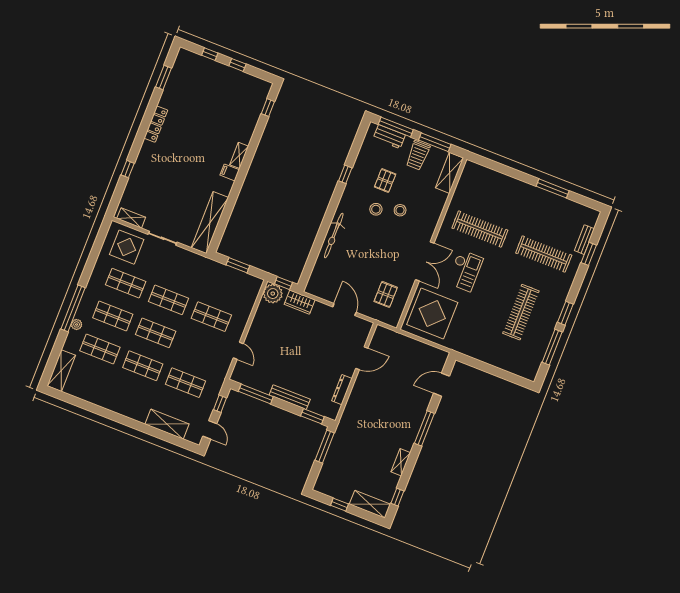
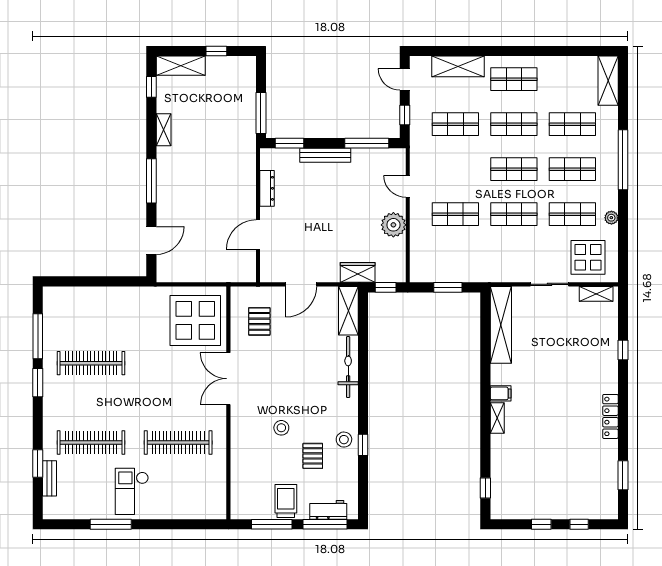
shelving: (450, 173) -> (348, 311), moved
stool: (376, 209) -> (344, 440), moved
checkout: (465, 271) -> (132, 491), moved
plant: (273, 294) -> (393, 225), moved
door: (344, 310) -> (301, 284), hinge flipped
clothes rail: (521, 312) -> (91, 363), turned 90
plant: (77, 324) -> (611, 218), moved
shop shelf: (130, 399) -> (514, 79), added

